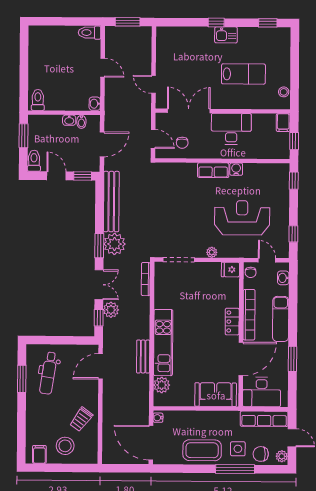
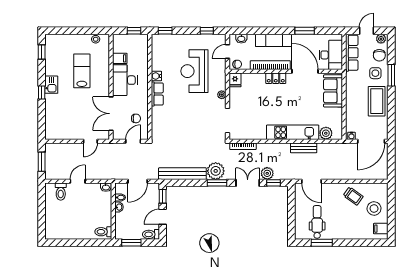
toilet: (90, 33) -> (61, 192), moved
filing cabinet: (283, 123) -> (120, 58), moved
door: (102, 144) -> (138, 181), swing flipped
dental chair: (48, 373) -> (317, 222), turned -99
window: (235, 469) -> (391, 75), width x0.69

